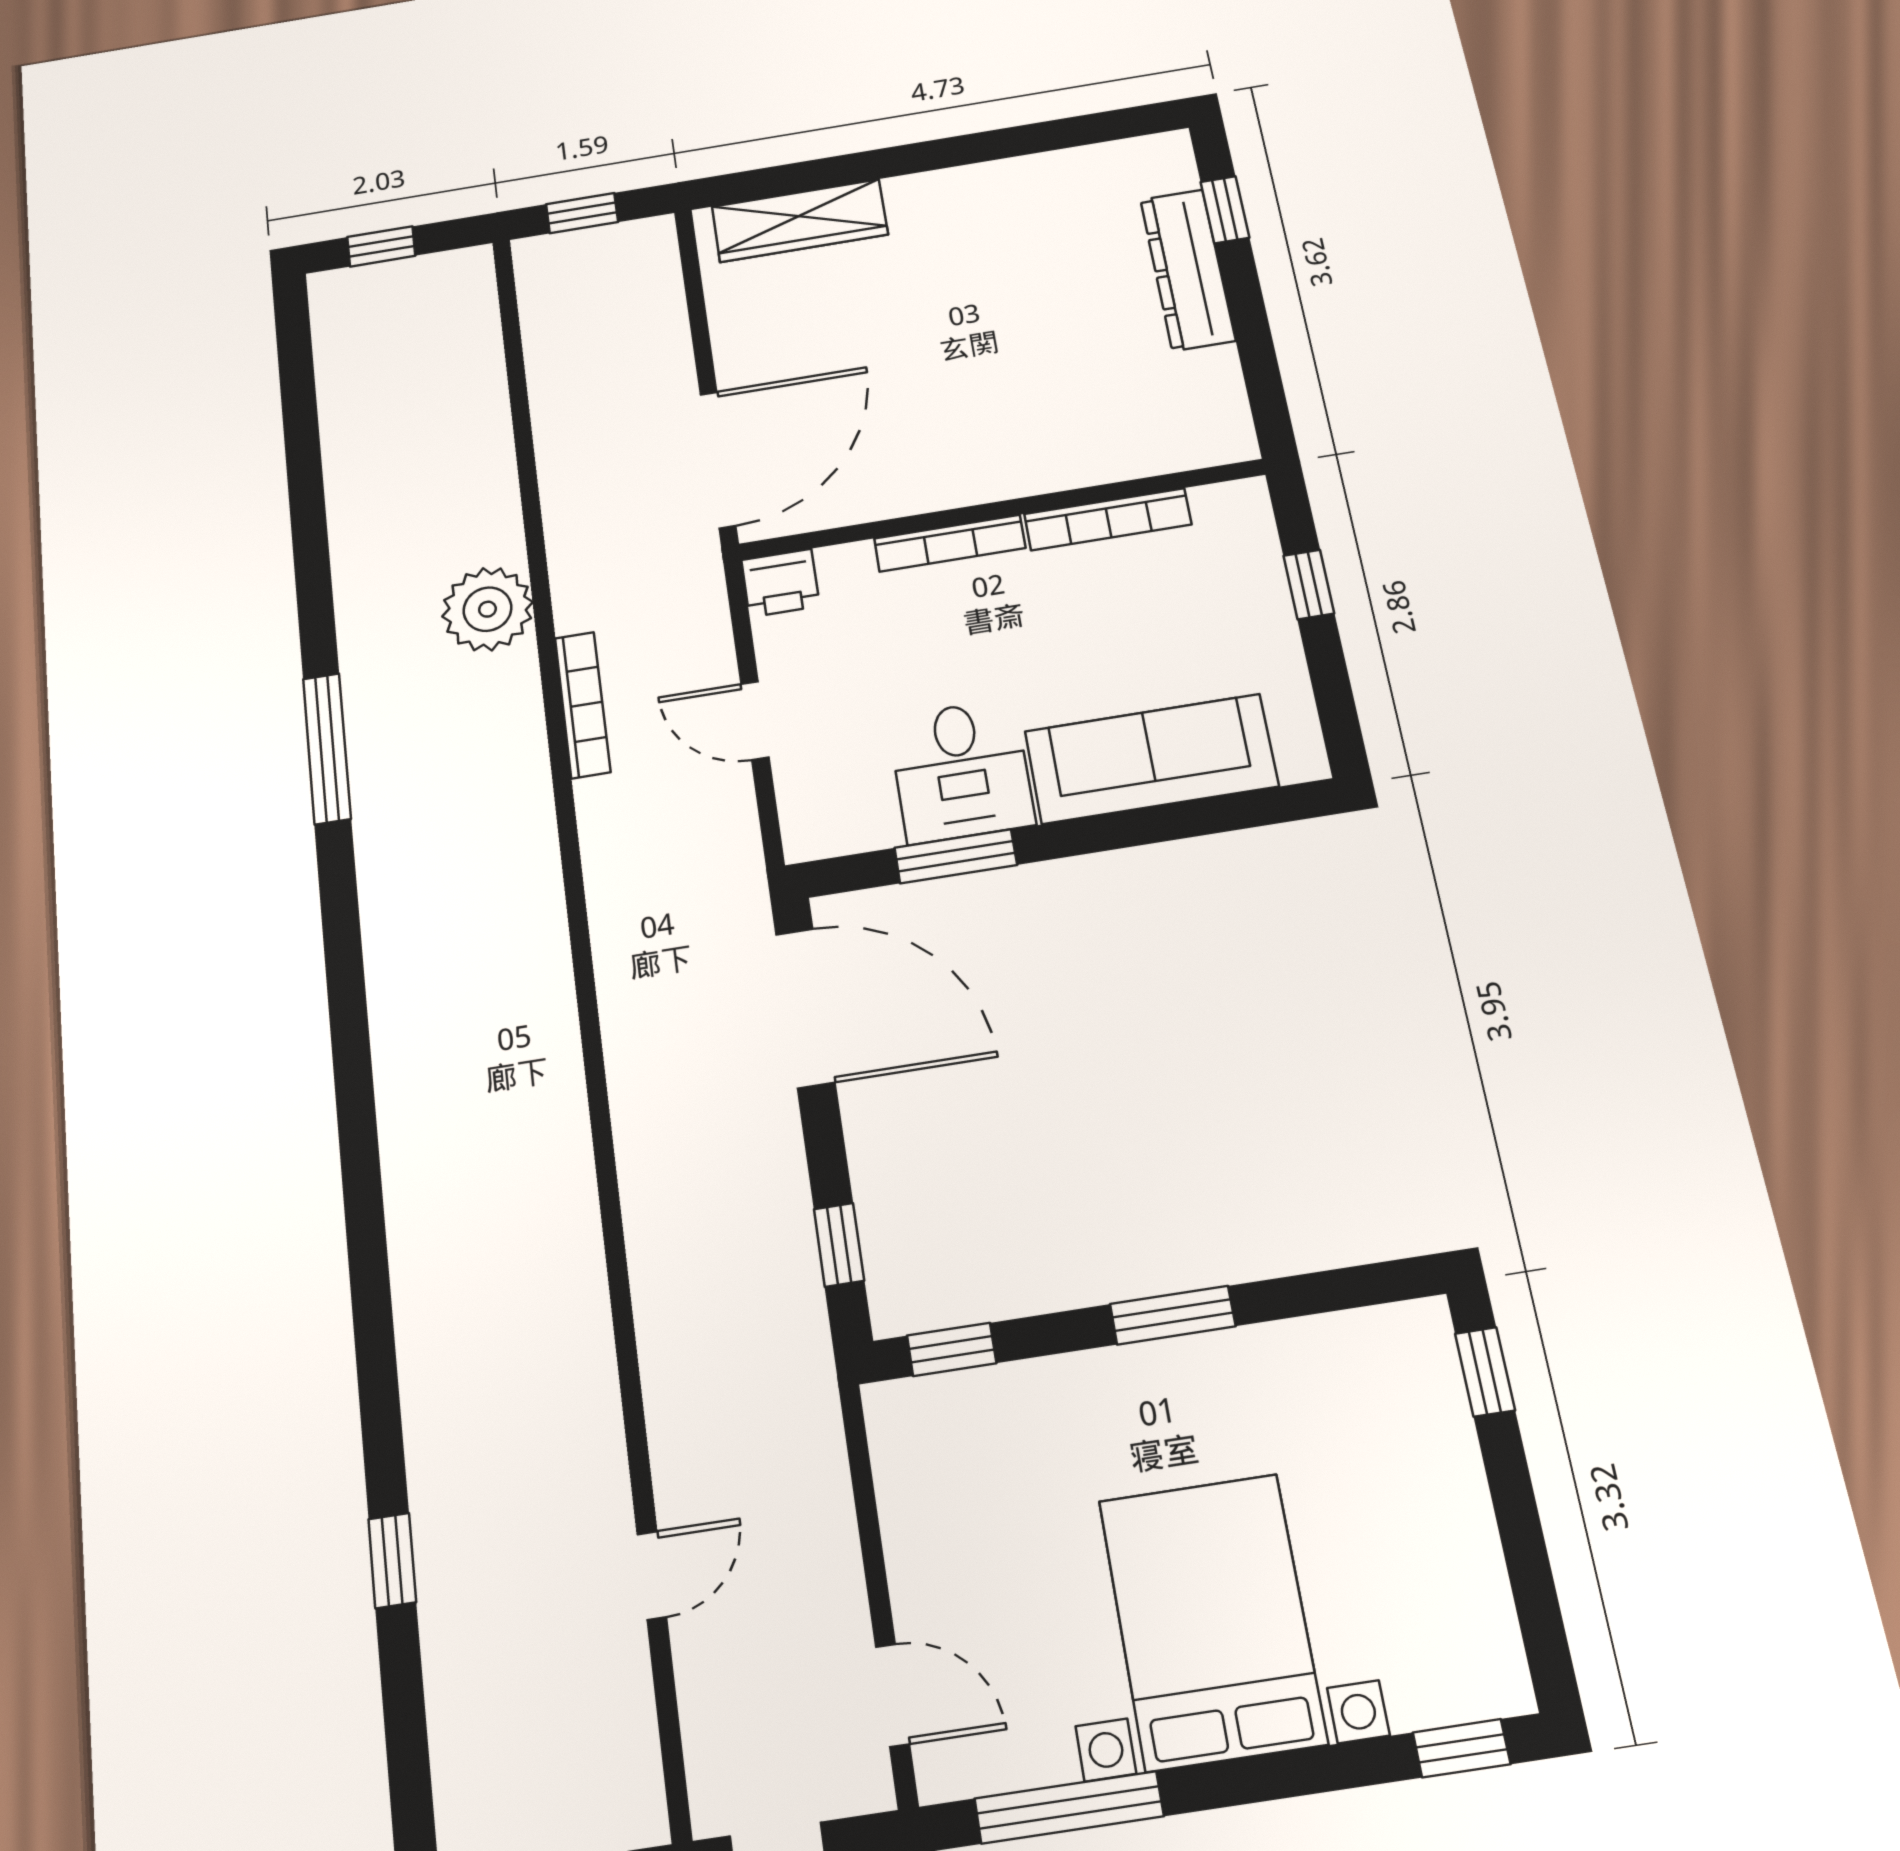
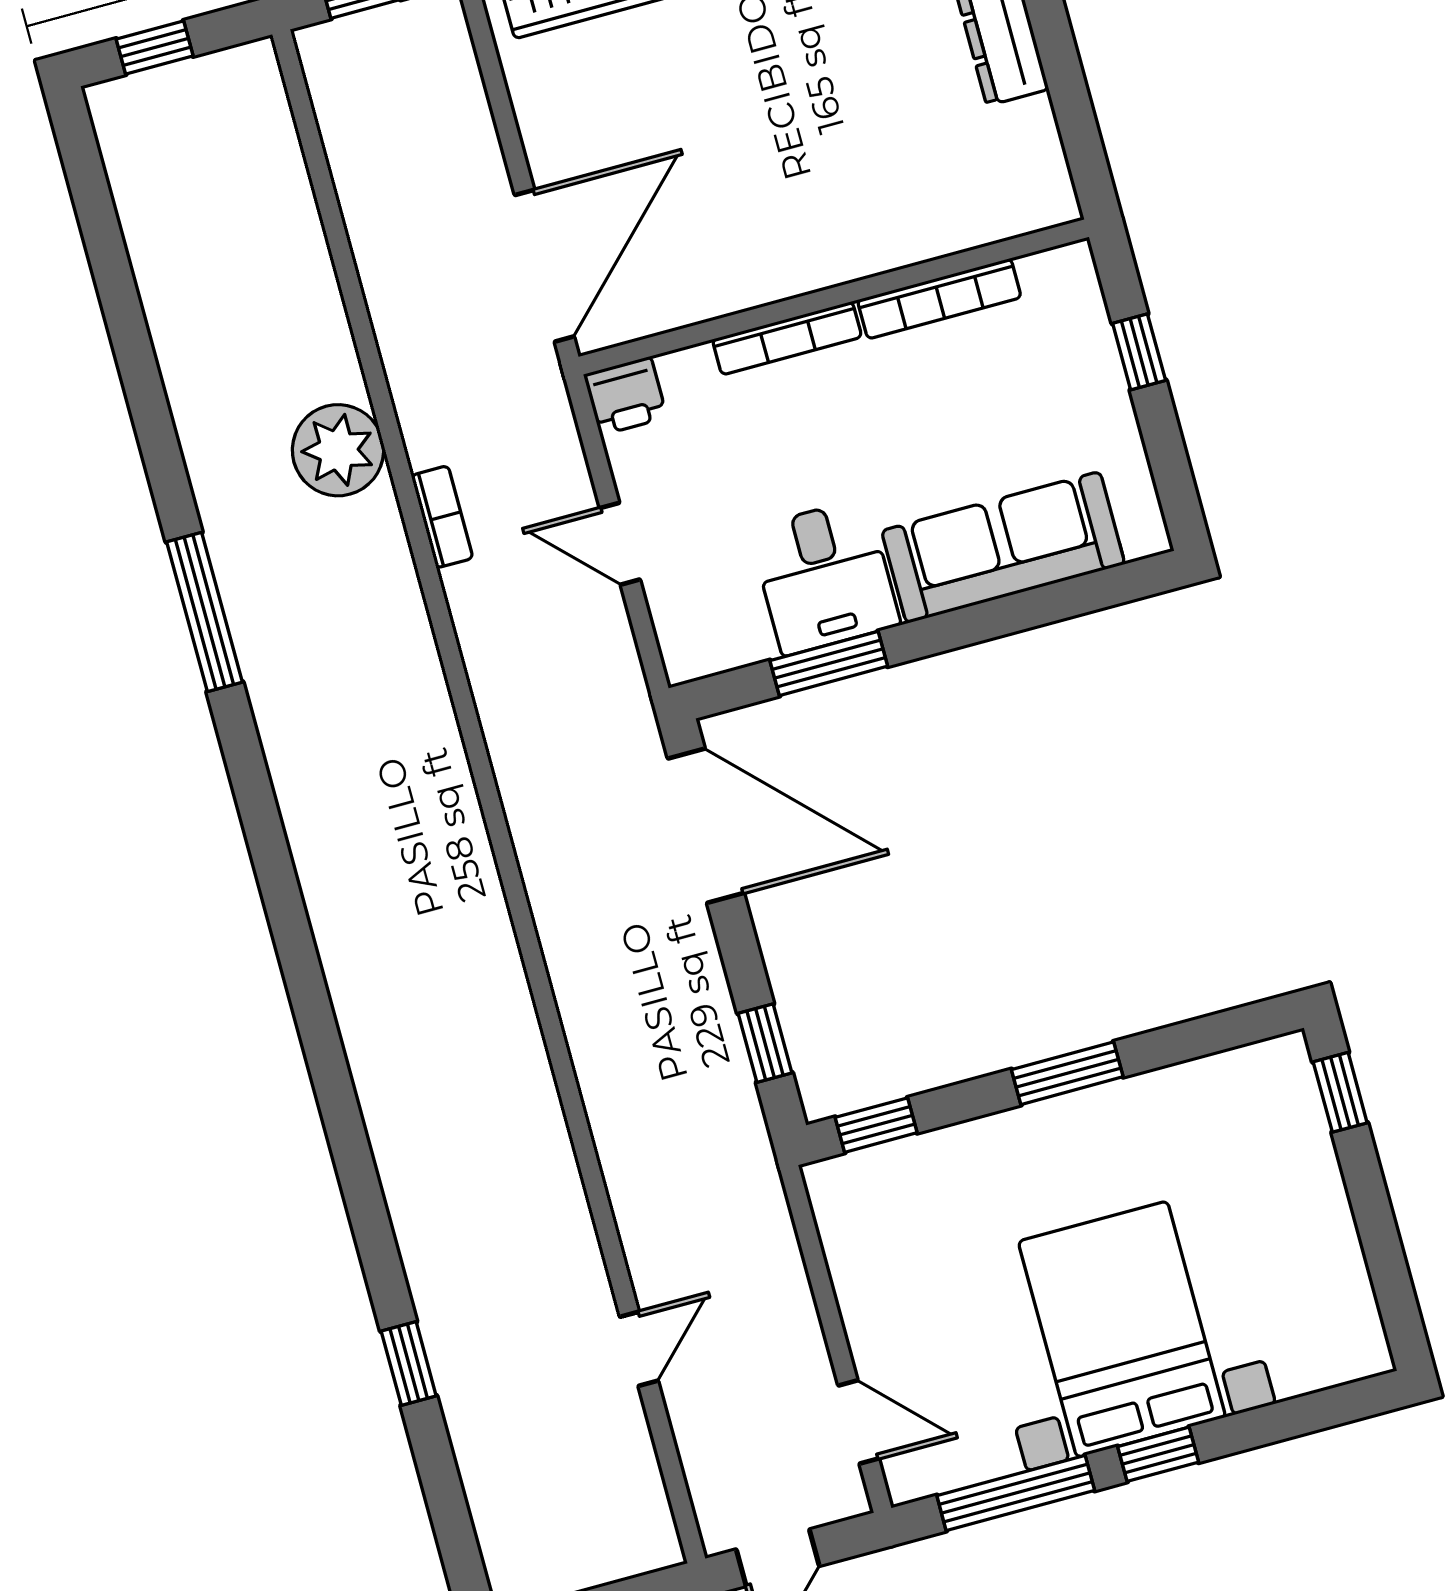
bookcase: (583, 705) -> (442, 517), width x0.64
window: (1461, 1748) -> (1158, 1454), moved

